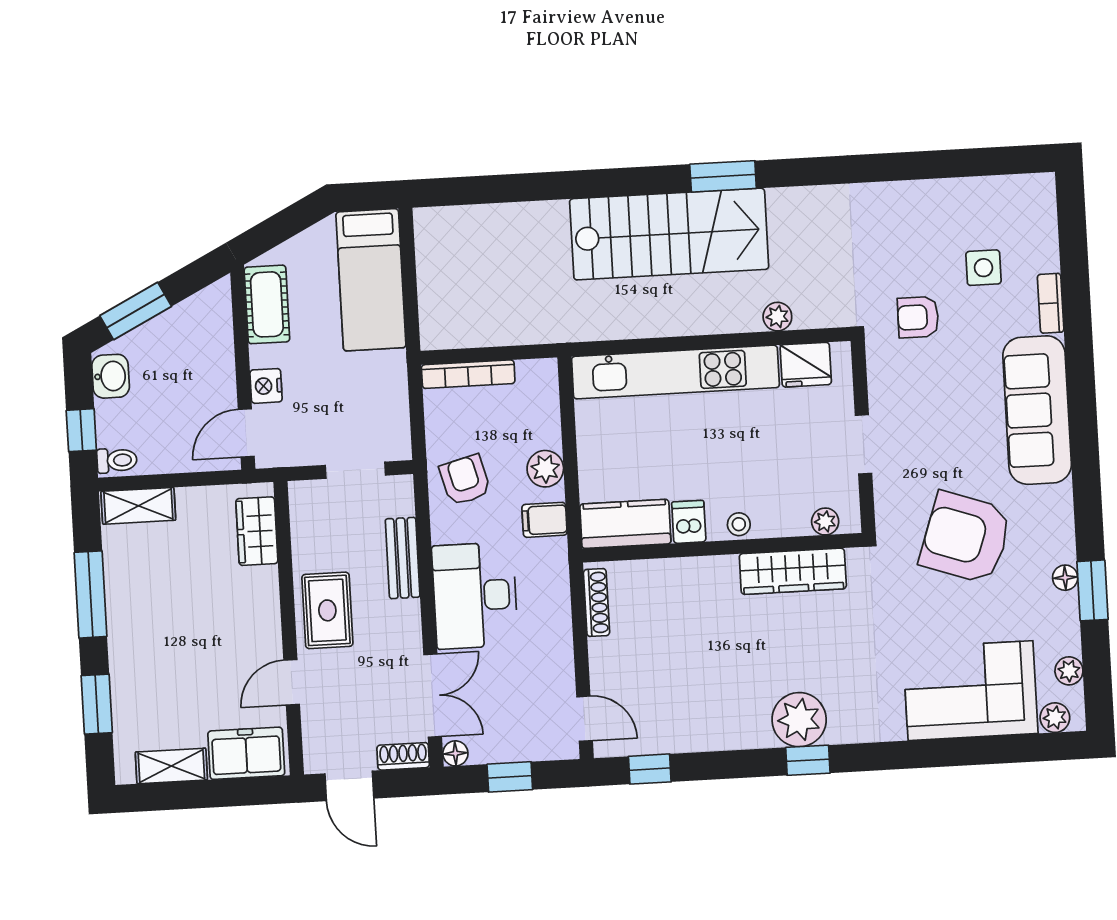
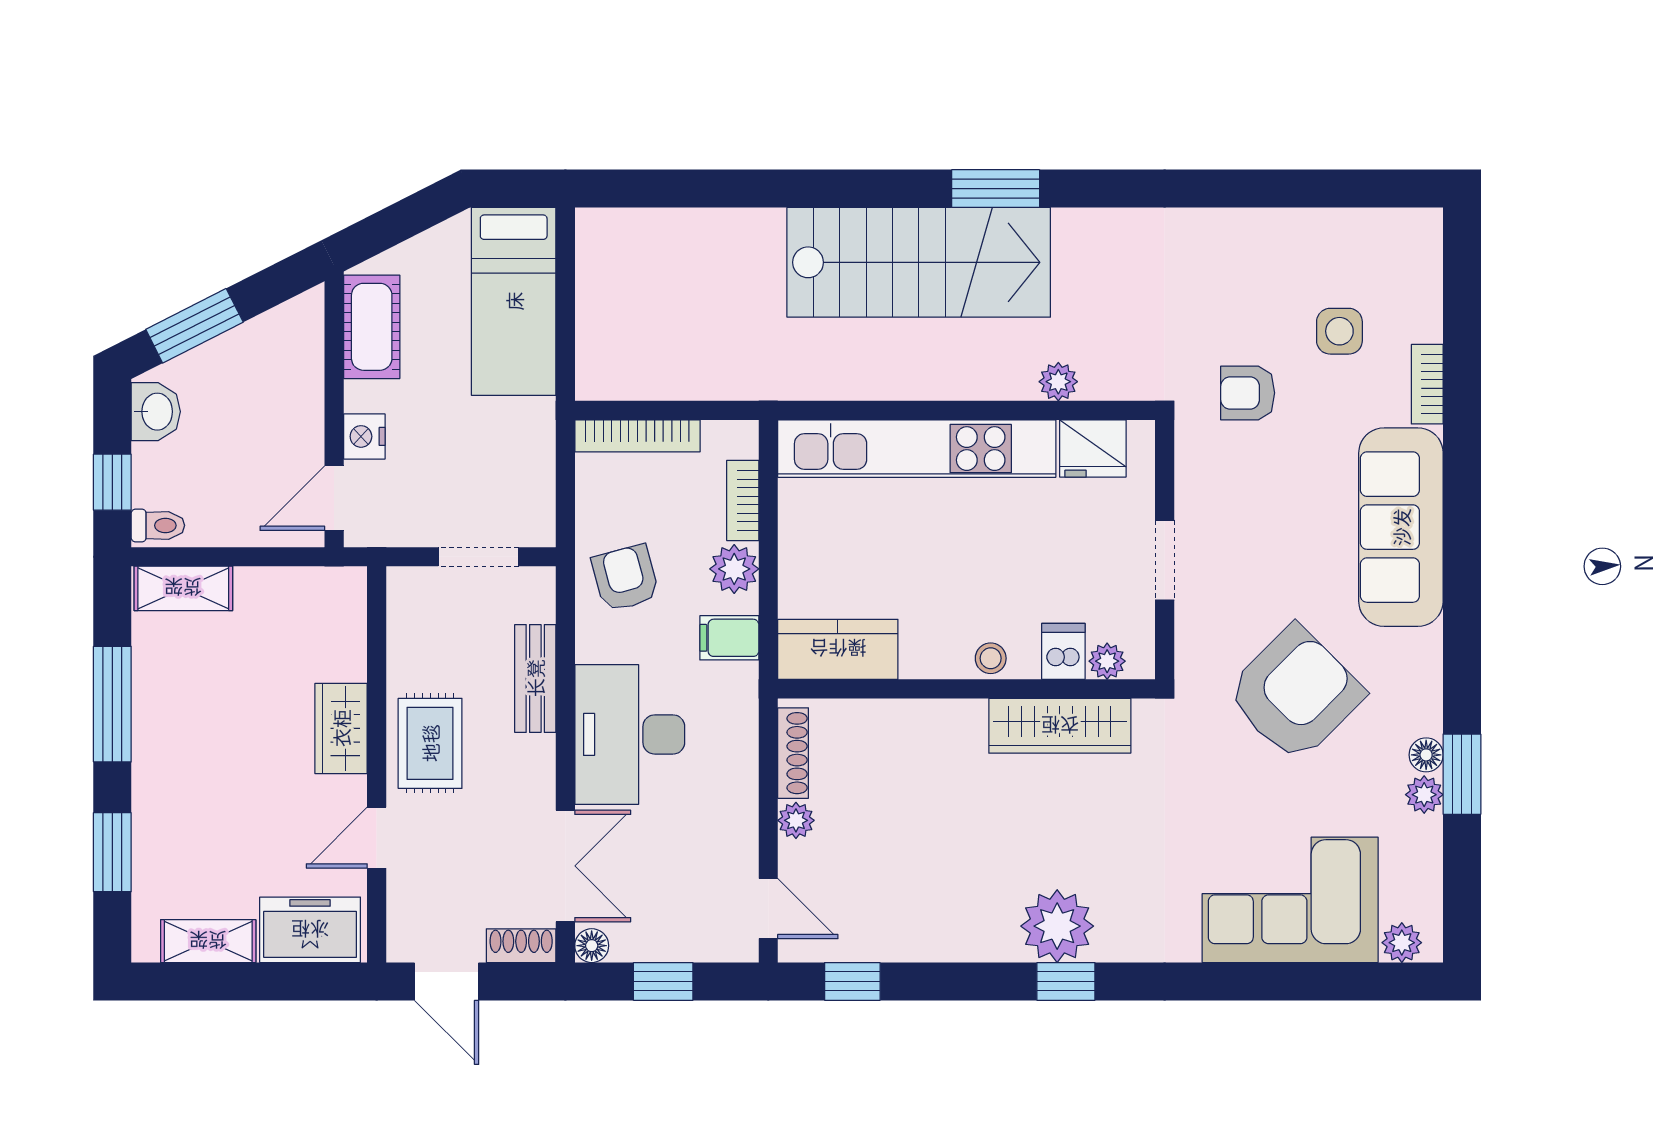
bookcase: (549, 418) -> (743, 500), added
dishwasher: (689, 522) -> (1063, 651), moved
wardrobe: (257, 531) -> (341, 728), moved
armchair: (966, 538) -> (1295, 693), turned 116
plant: (601, 652) -> (796, 820), added
plant: (1069, 671) -> (1424, 795), moved

